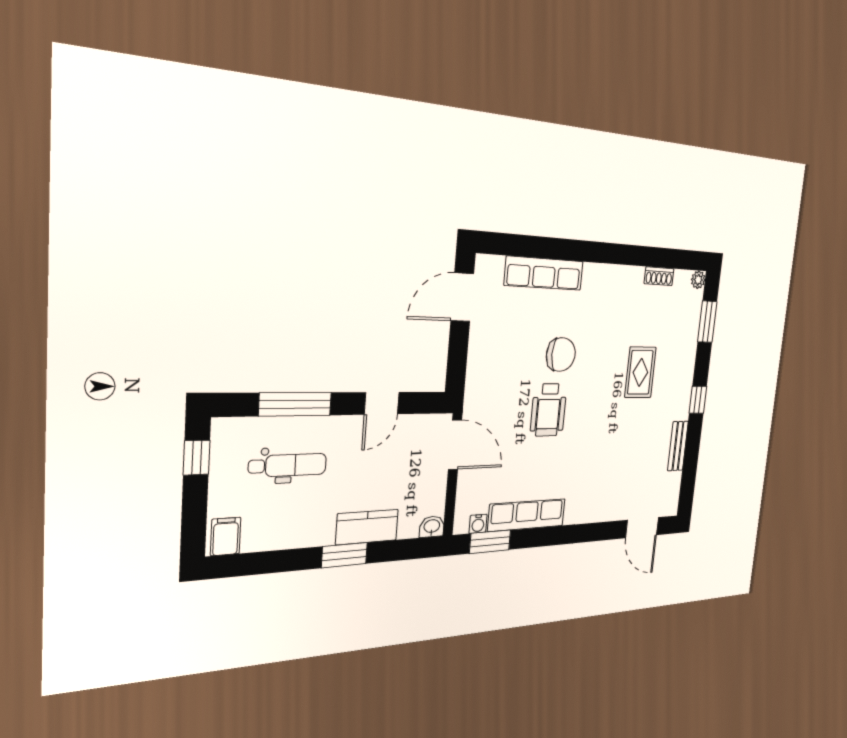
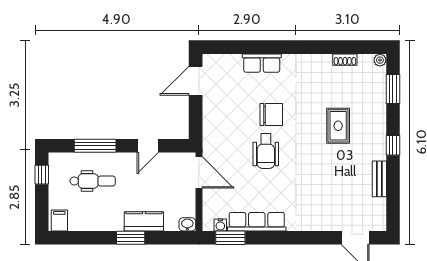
row of seats: (544, 273) -> (262, 63), width x0.68

